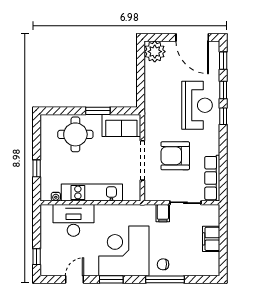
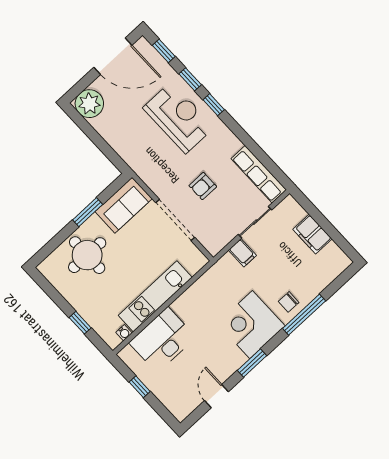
armchair: (175, 156) -> (203, 186), width x0.53, depth x0.53
corner desk: (124, 251) -> (251, 325), width x0.74, depth x0.74
window: (37, 257) -> (140, 387), moved

